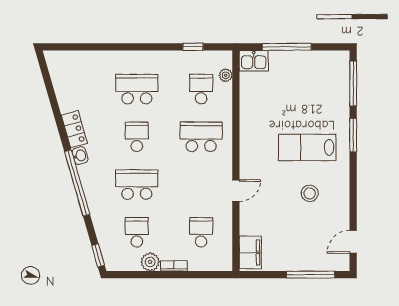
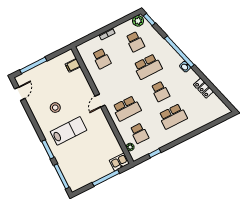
locker: (74, 129) -> (203, 88), moved
door: (236, 191) -> (100, 101), moved
filing cabinet: (250, 252) -> (73, 65), width x0.50
plant: (150, 262) -> (138, 21), moved

